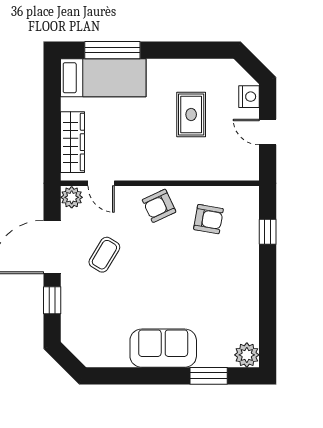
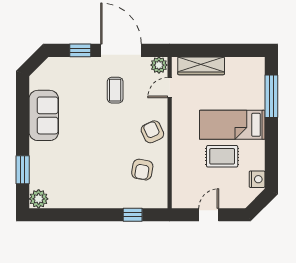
bed: (103, 78) -> (232, 125), moved, turned 90
nightstand: (249, 97) -> (257, 179), moved, turned -90
coffee table: (104, 255) -> (115, 90), turned 59
sofa: (163, 348) -> (44, 115), moved

